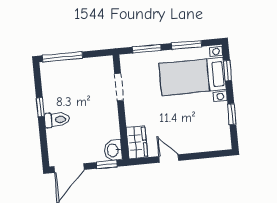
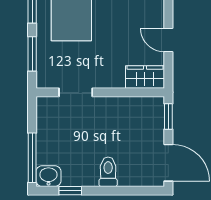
window: (40, 107) -> (70, 191), moved
washbasin: (113, 150) -> (48, 176), moved, turned 180
door: (169, 158) -> (168, 40), hinge flipped

